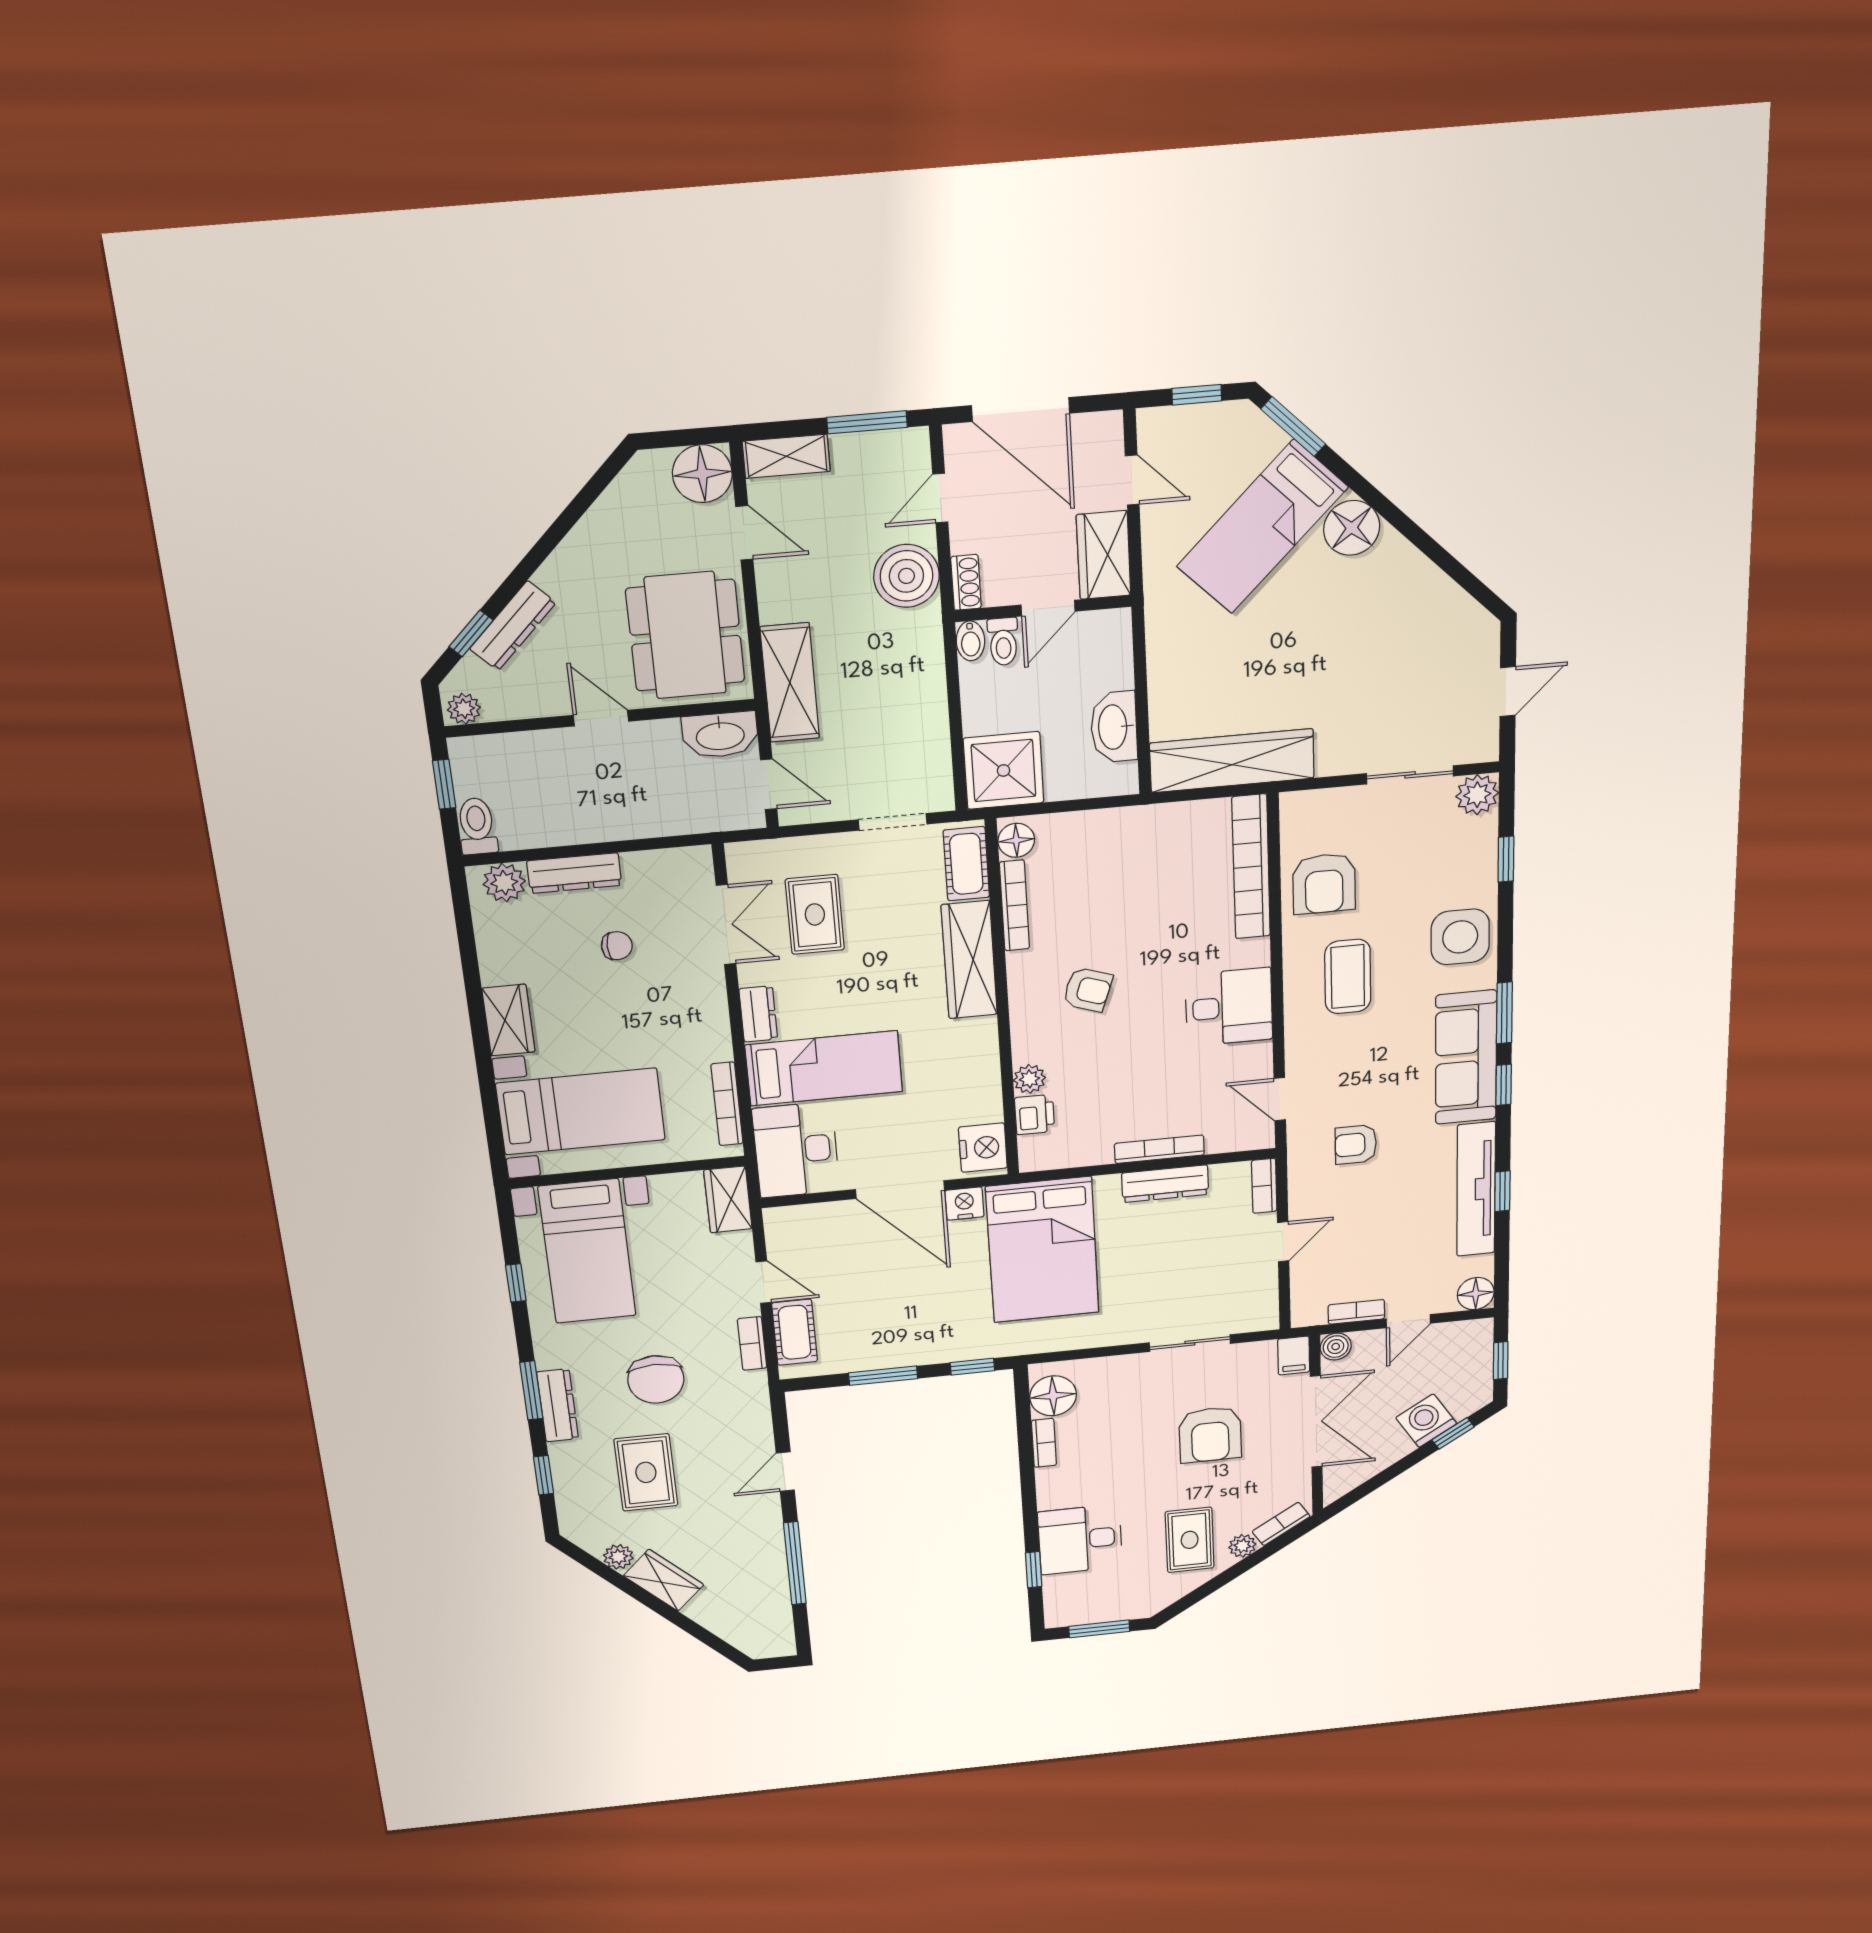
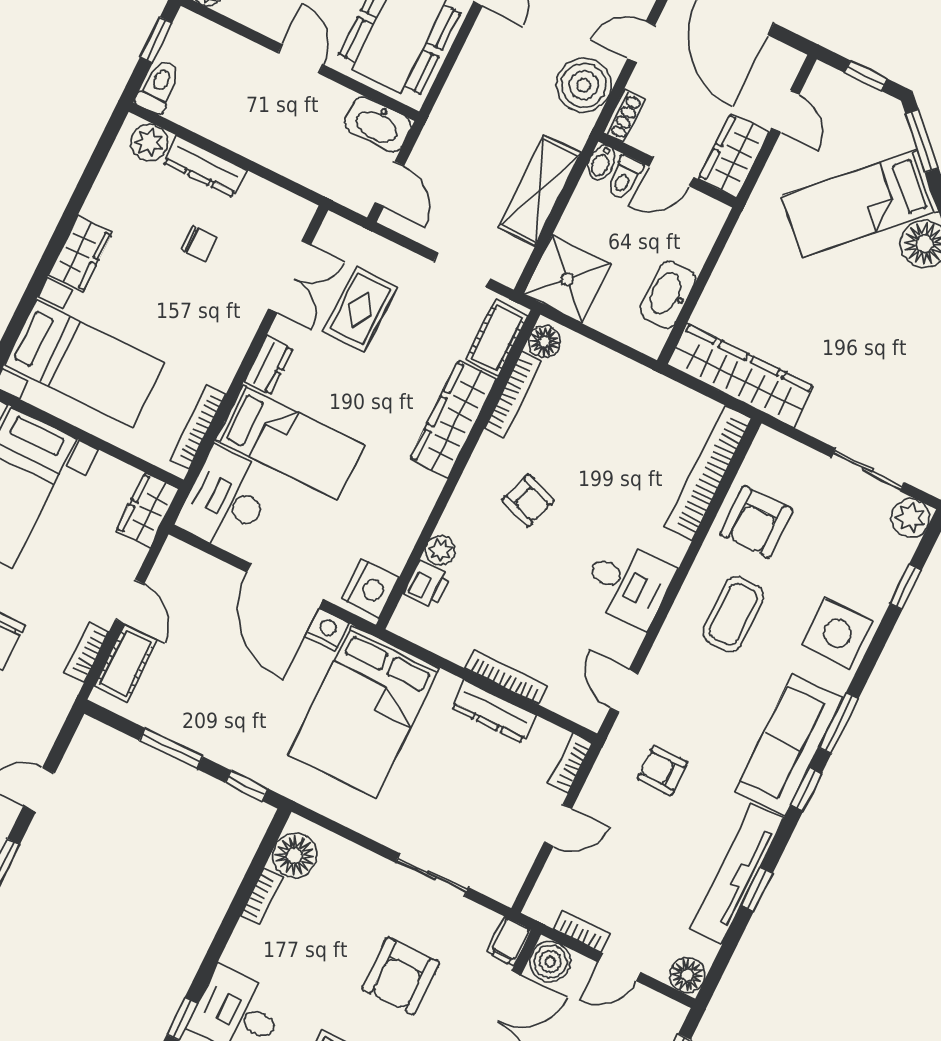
shelving: (790, 683) -> (539, 190), moved
boiler: (1336, 1347) -> (550, 962), width x1.36, depth x1.36

